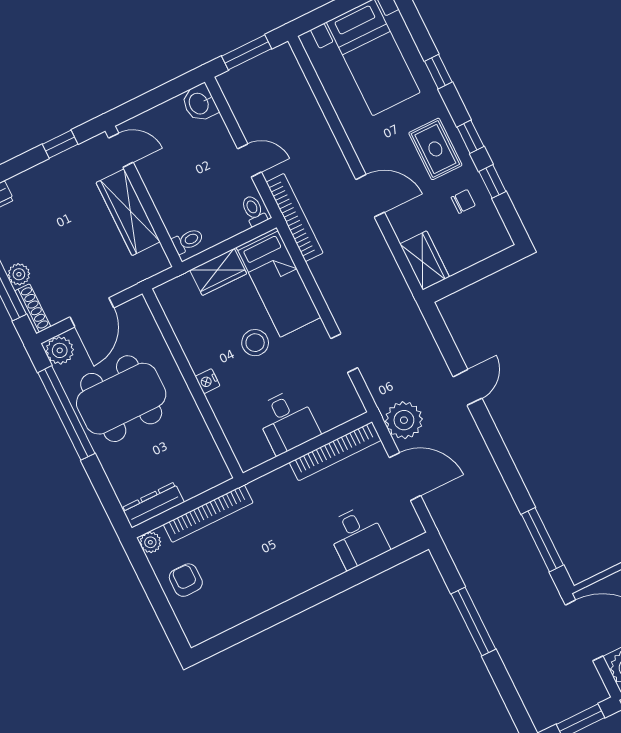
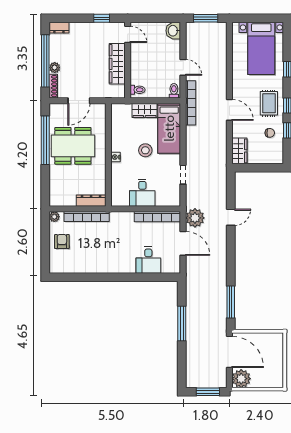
plant: (60, 350) -> (56, 111), removed
dresser: (153, 505) -> (91, 201), moved

